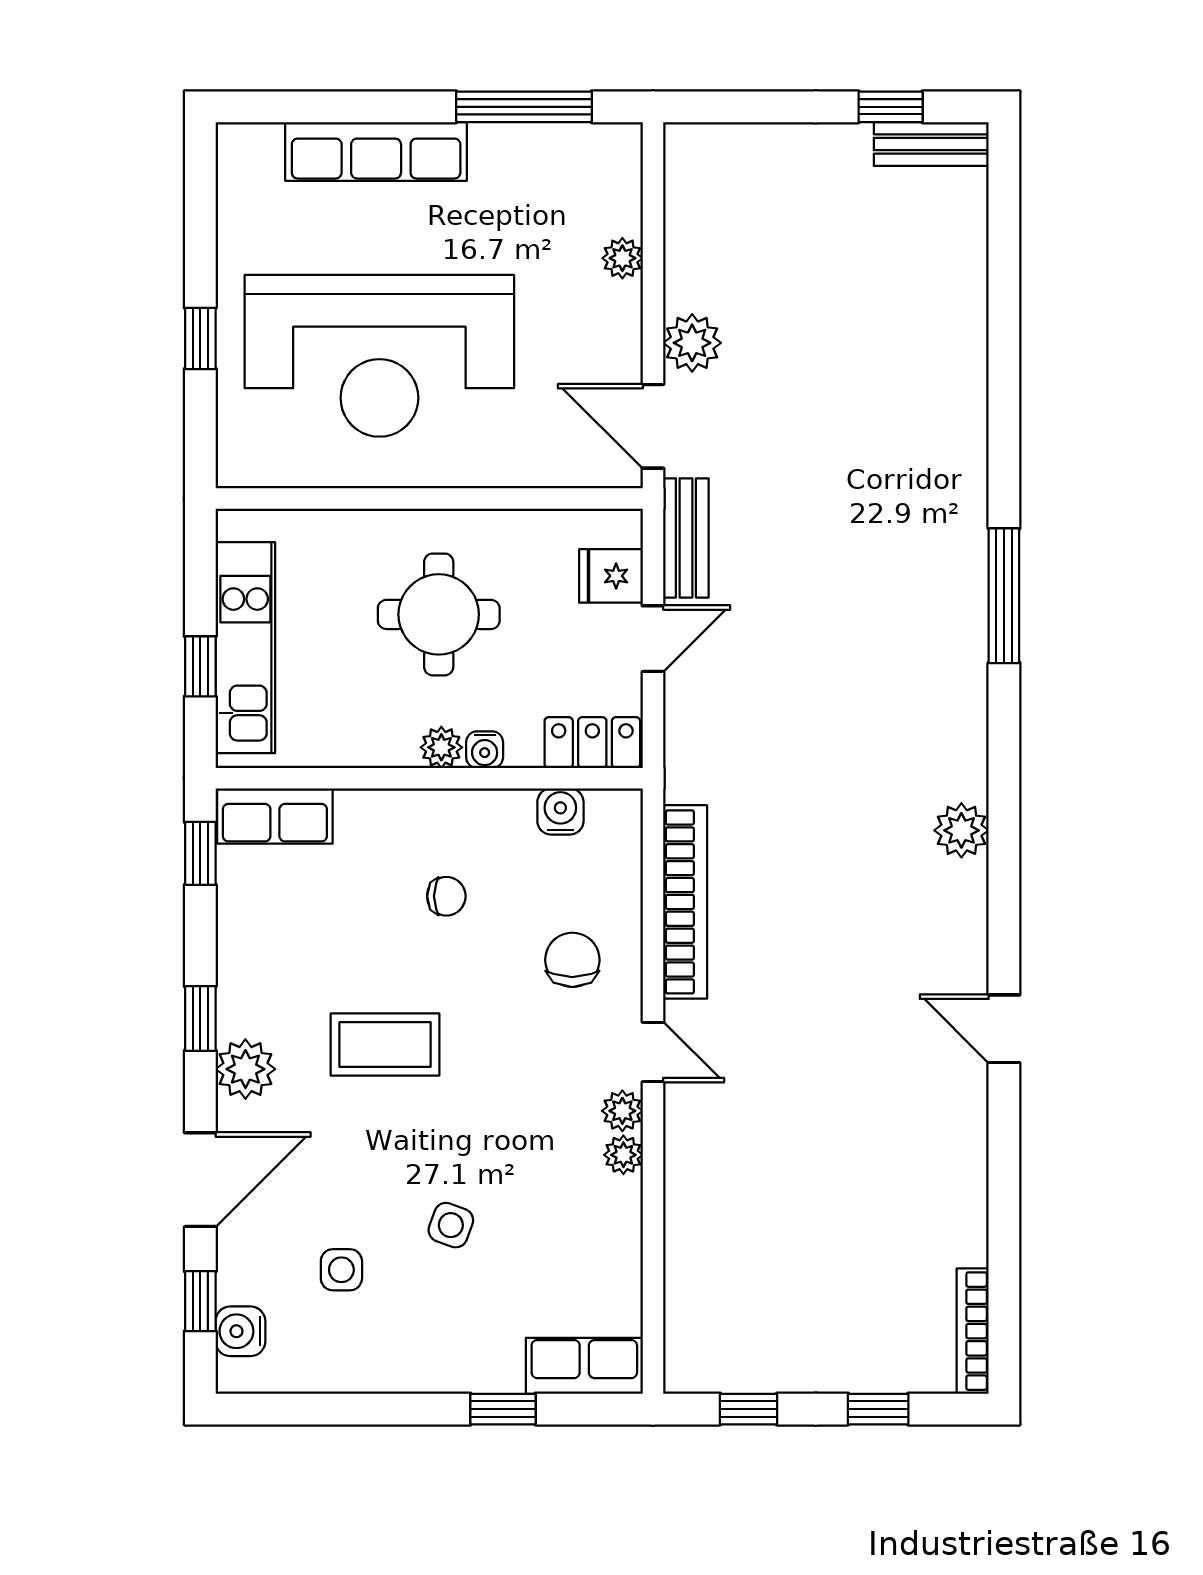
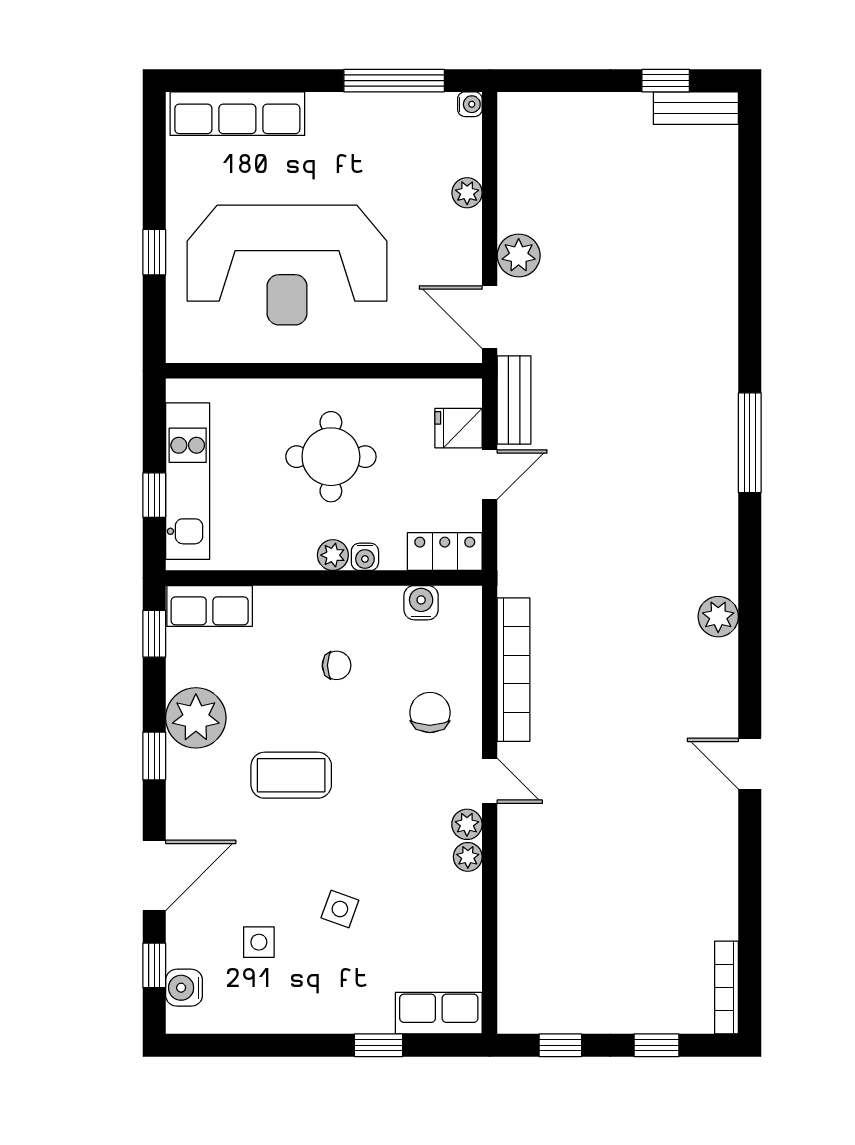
water cooler: (626, 139) -> (470, 104), added
row of seats: (376, 151) -> (237, 114), moved
plant: (245, 1069) -> (196, 718), moved, width x1.36, depth x1.36

